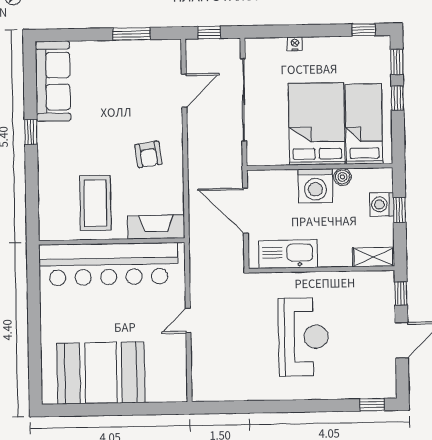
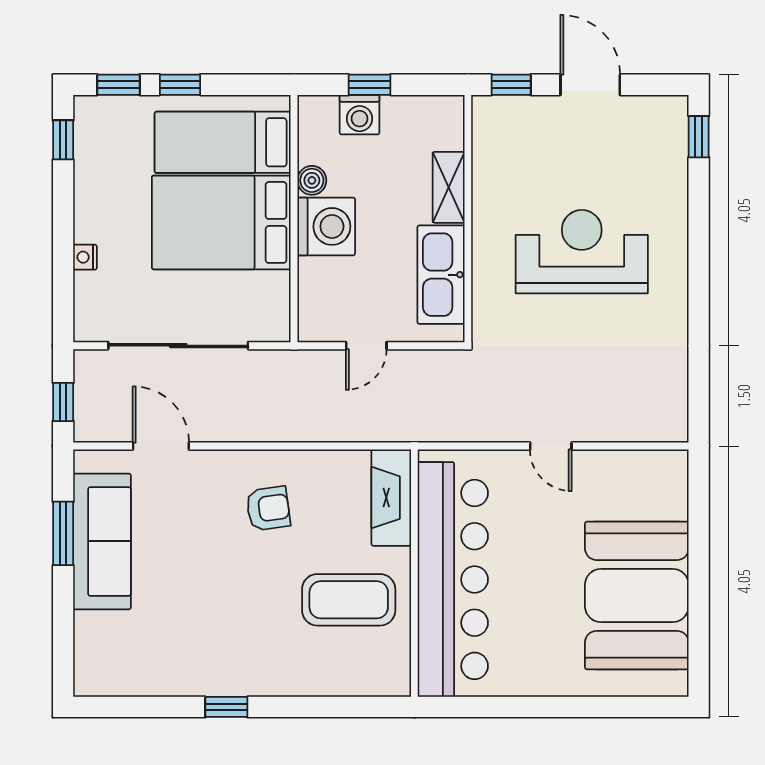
sofa: (53, 81) -> (102, 541), moved, turned 90
door: (245, 211) -> (366, 346), width x0.53
shelving: (373, 257) -> (449, 187), moved

